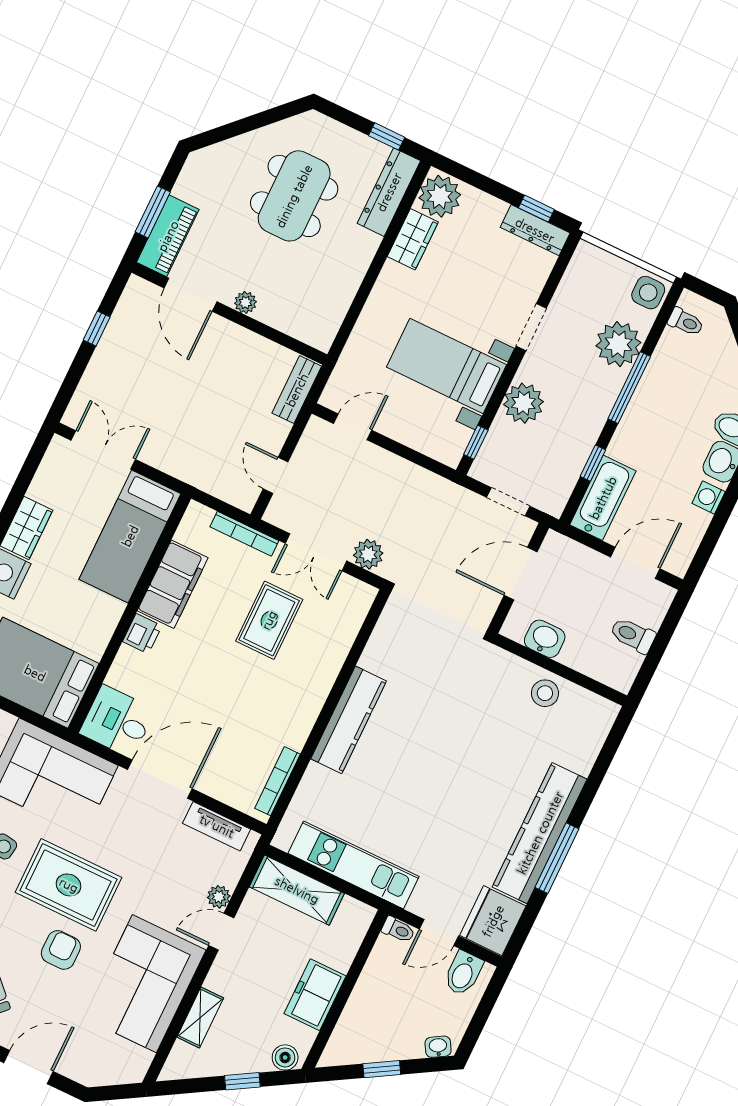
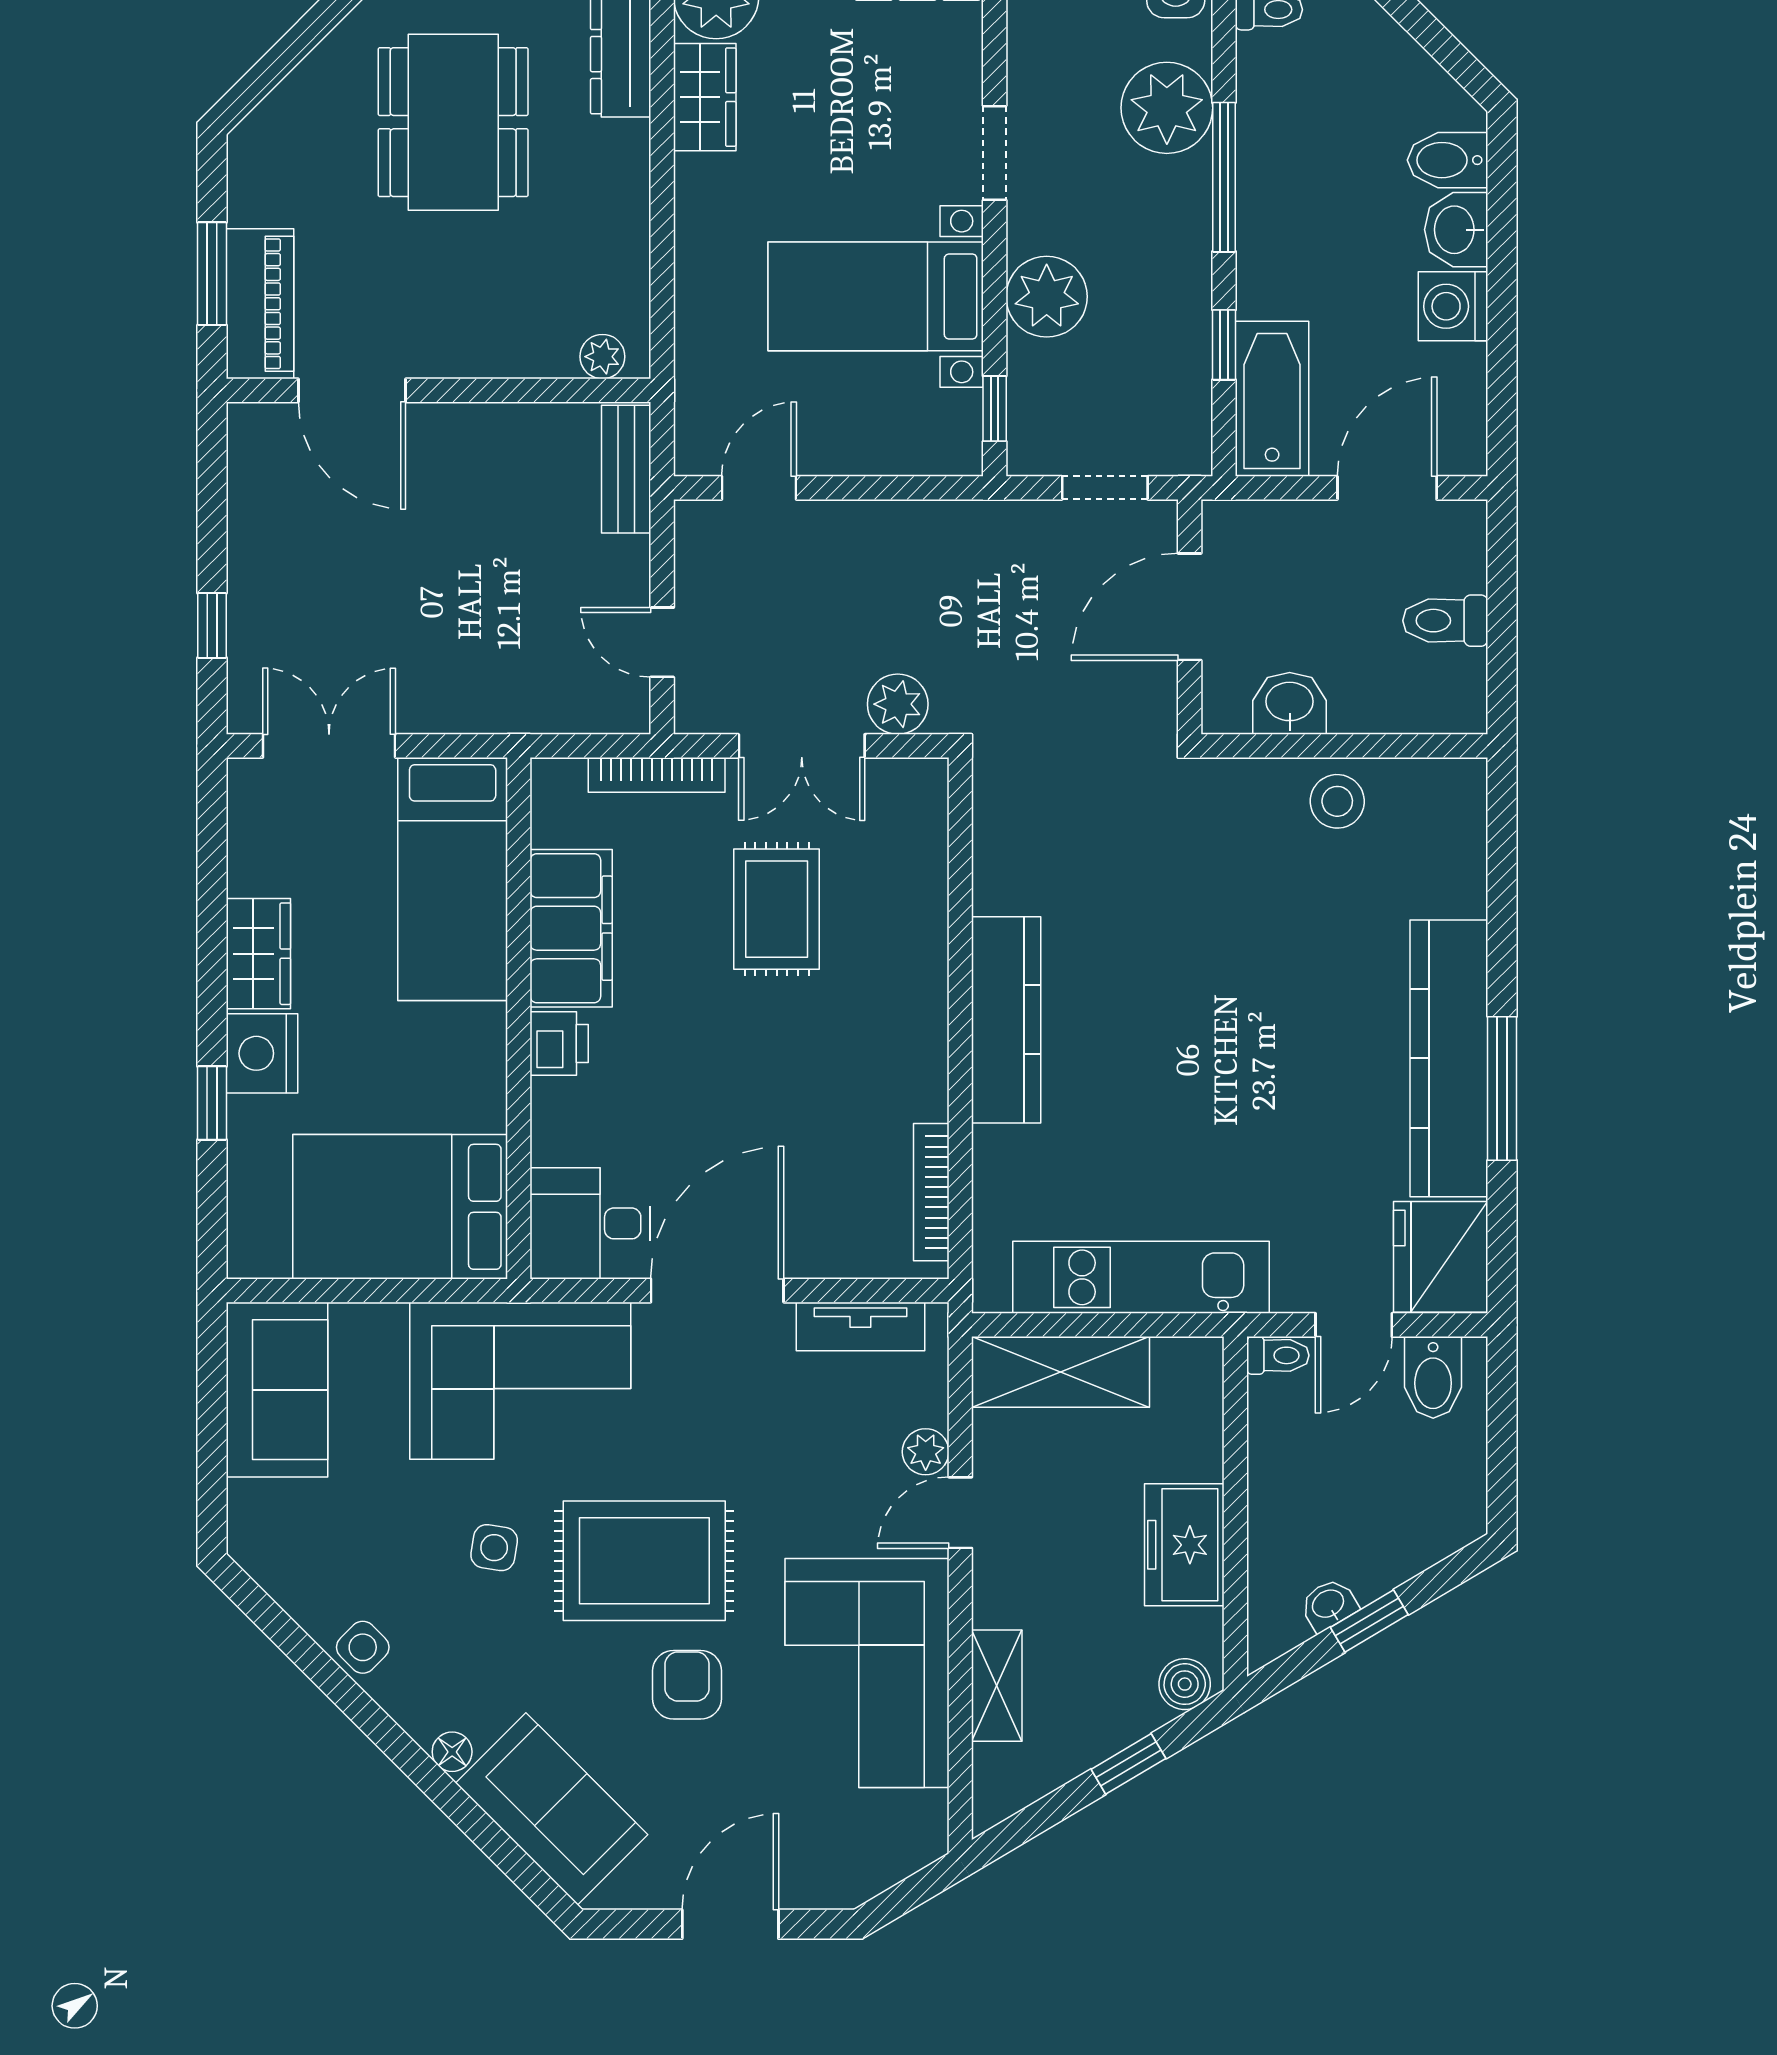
plant: (245, 302) -> (602, 357), moved
window: (97, 329) -> (212, 625), moved
washing machine: (709, 497) -> (1453, 306), width x1.38, depth x1.38
washbasin: (438, 1047) -> (1329, 1605), moved

